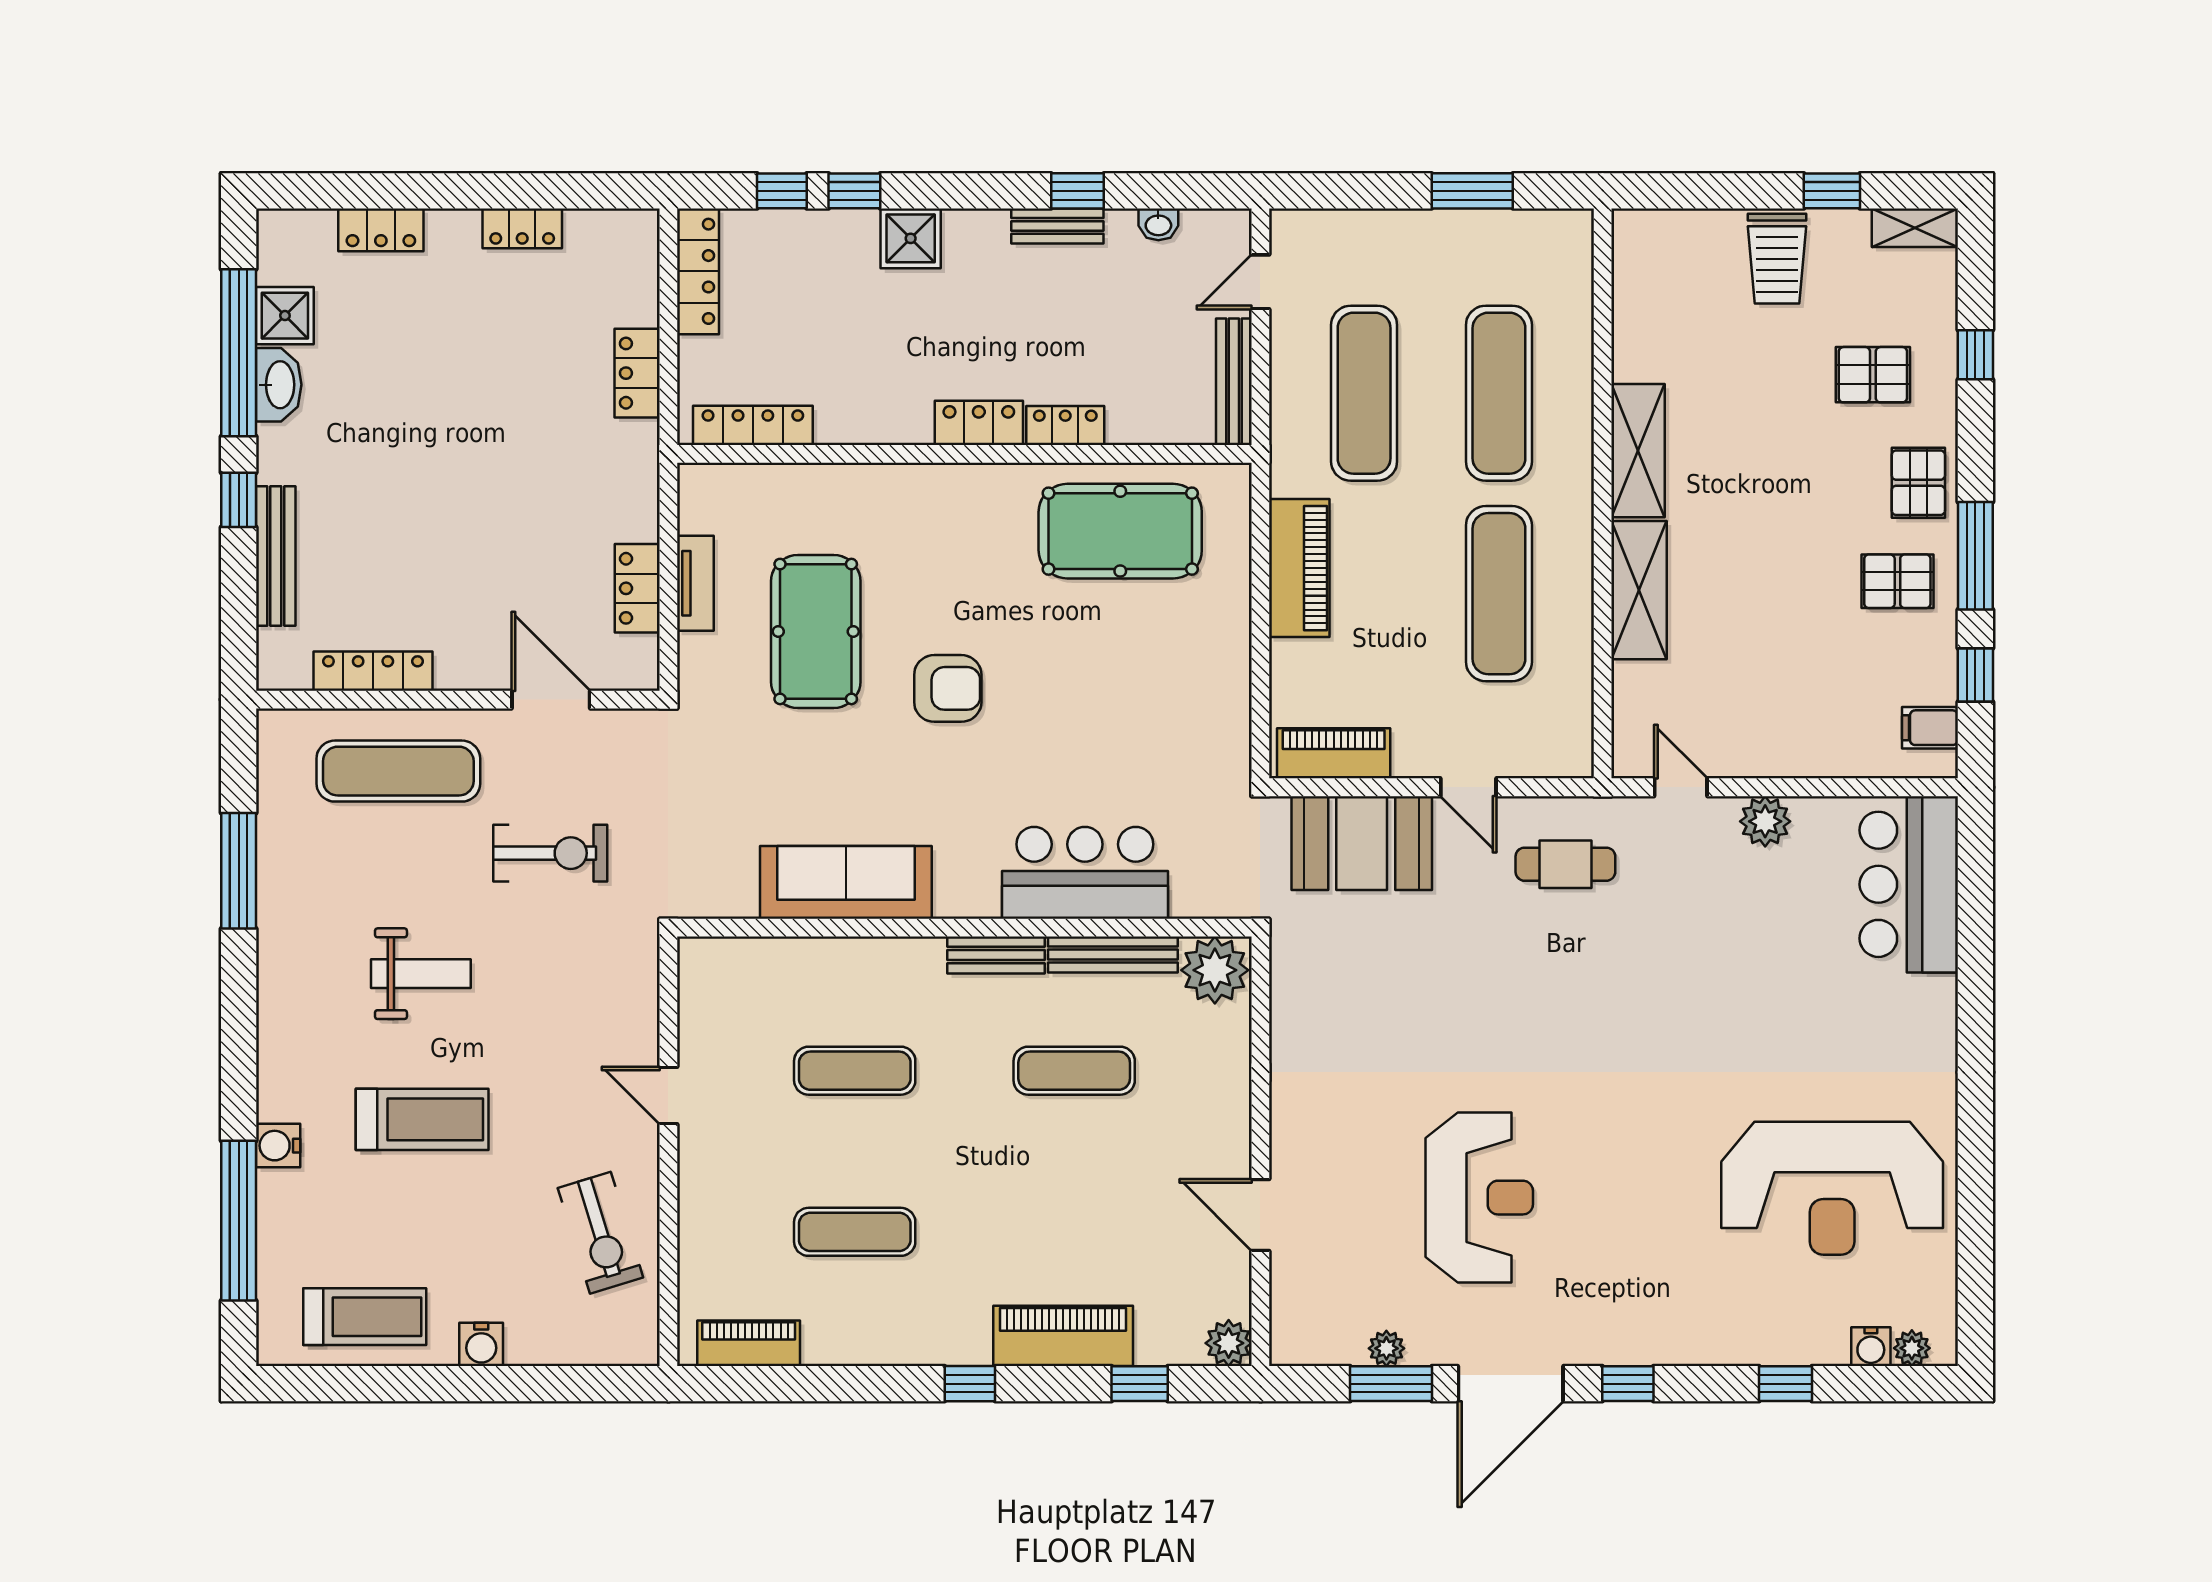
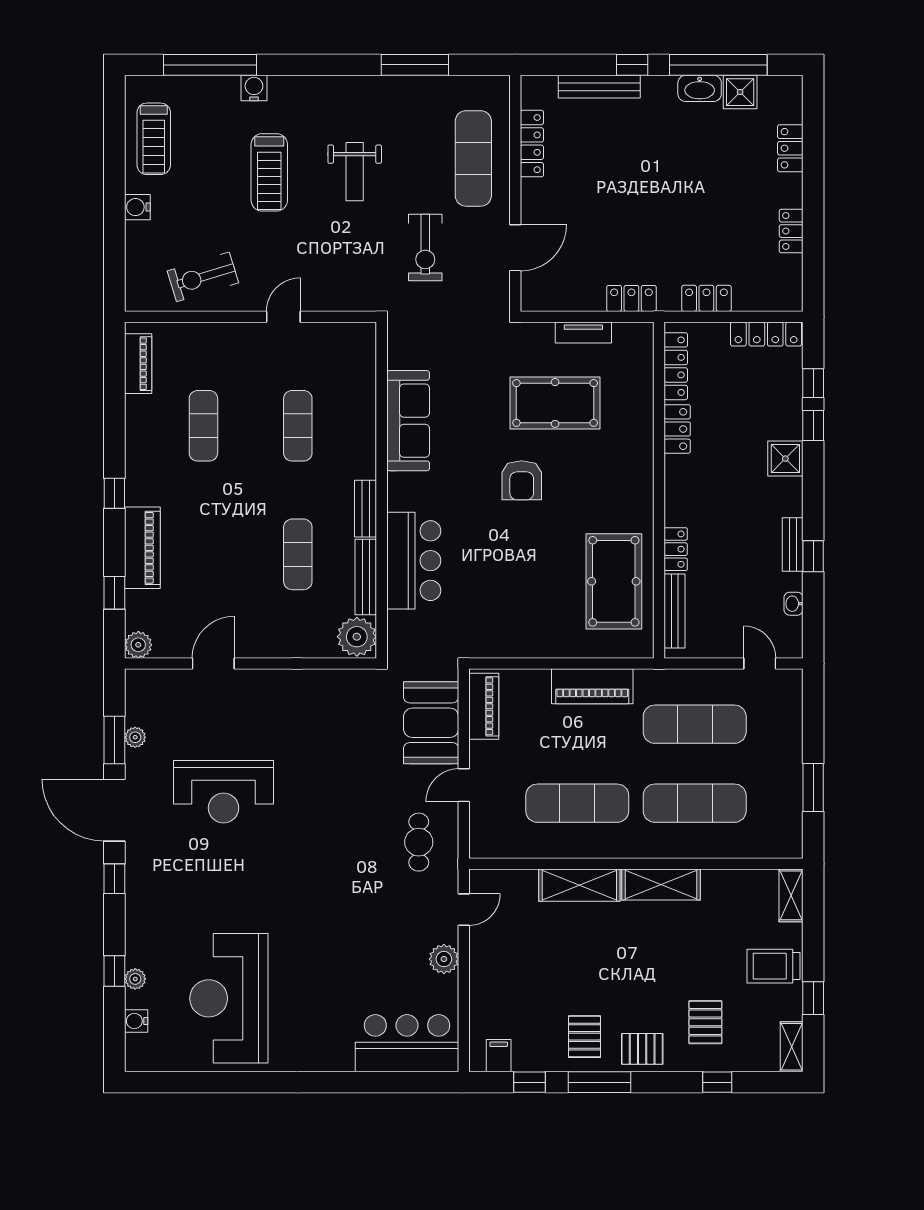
shelving: (1656, 229) -> (791, 895), added
bench: (1234, 382) -> (675, 611), moved, turned 90
locker: (979, 423) -> (677, 429), moved
locker: (637, 588) -> (631, 298), moved
plant: (1912, 1348) -> (135, 979), moved

